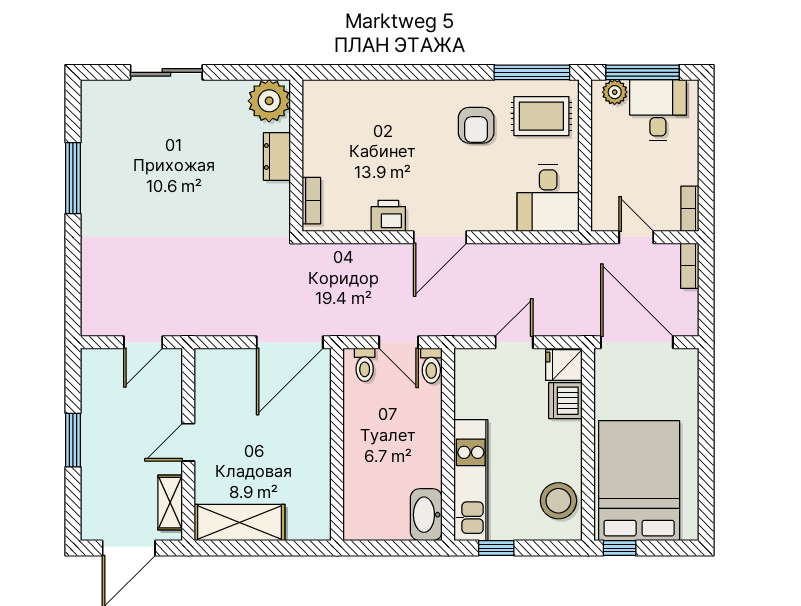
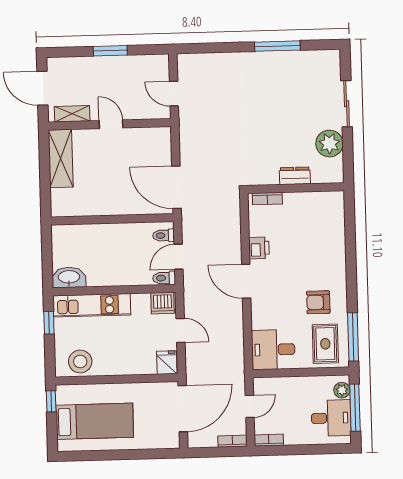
plant: (269, 101) -> (329, 144), moved
dishwasher: (565, 401) -> (163, 303), moved, turned 180
bed: (639, 481) -> (95, 421), width x0.67

